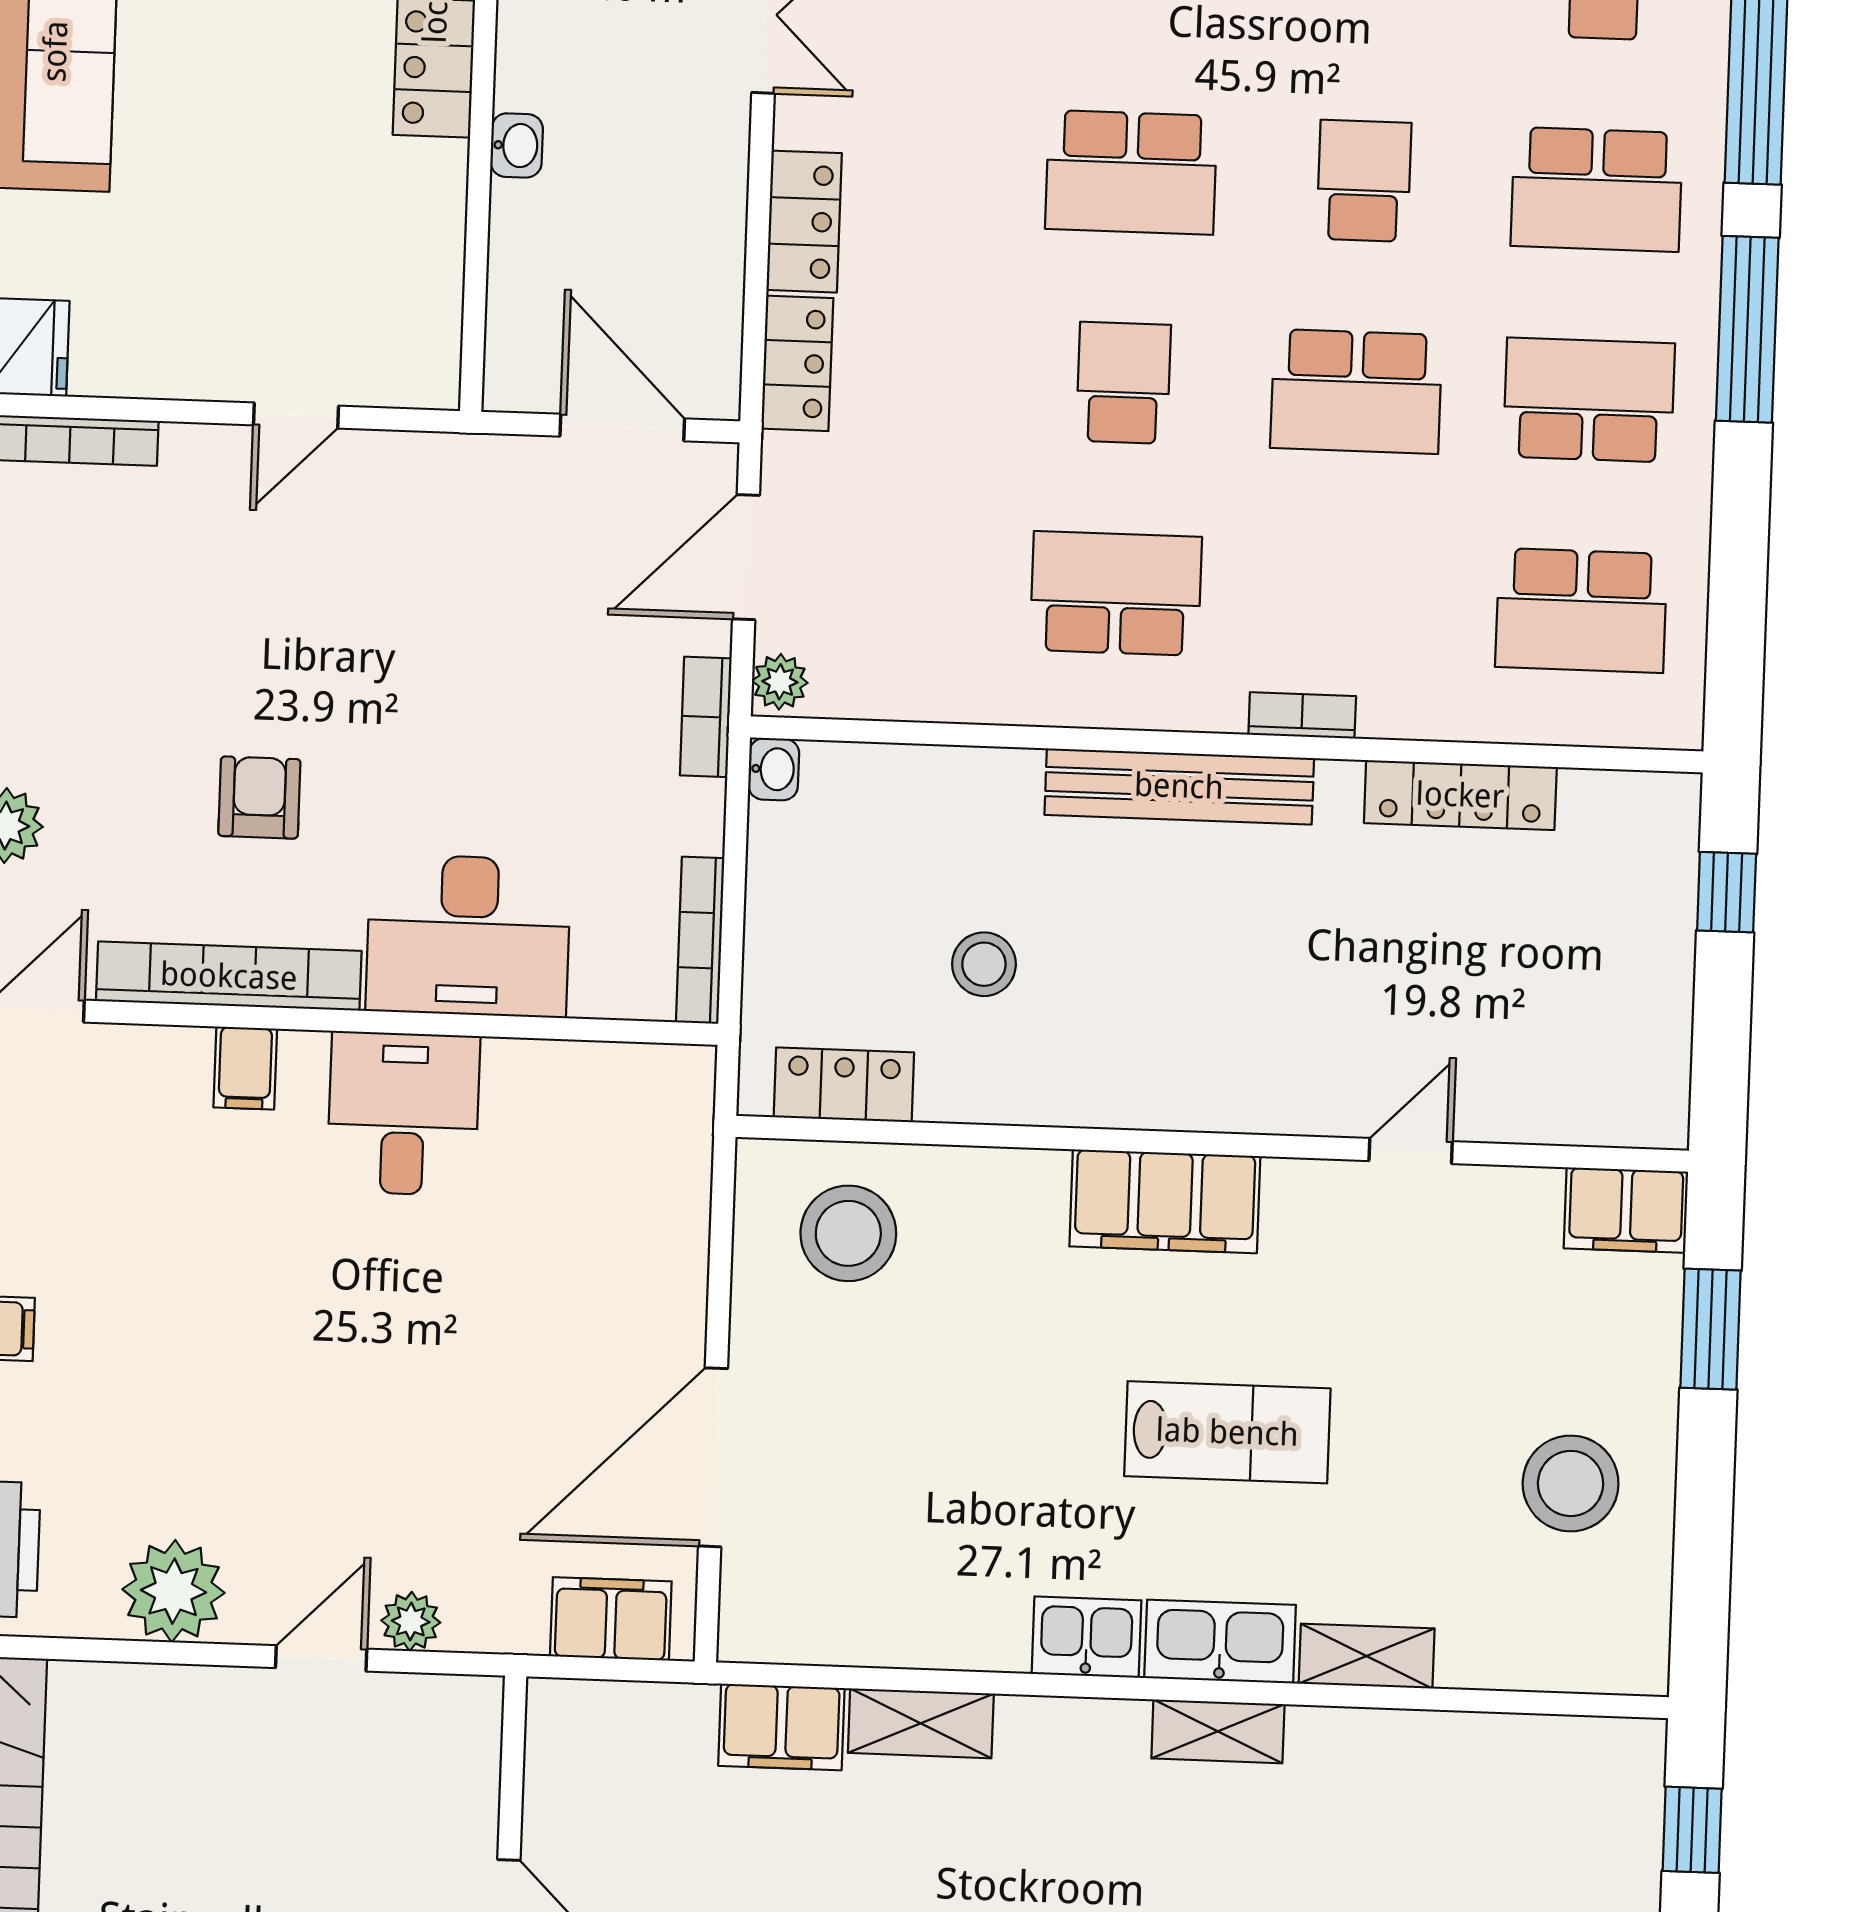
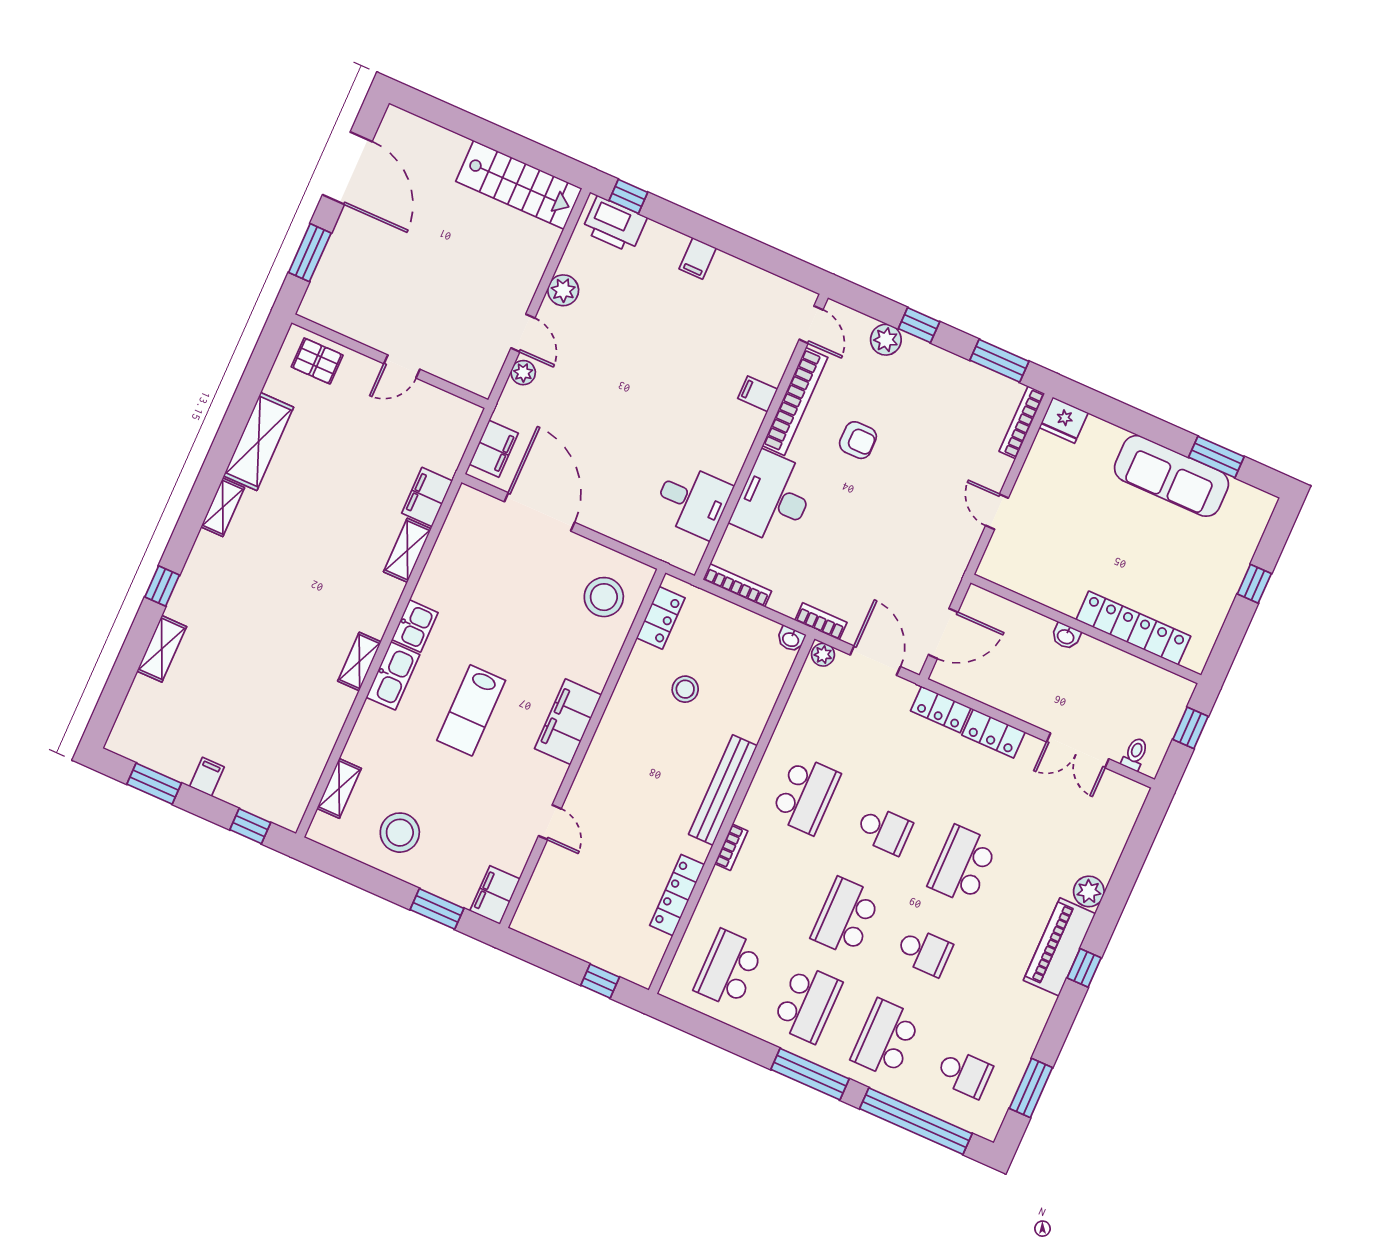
desk: (403, 1114) -> (693, 501), moved
plant: (173, 1591) -> (563, 290), width x0.73, depth x0.73
shelving: (1367, 1656) -> (339, 788), moved

